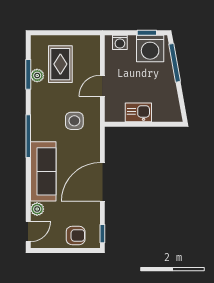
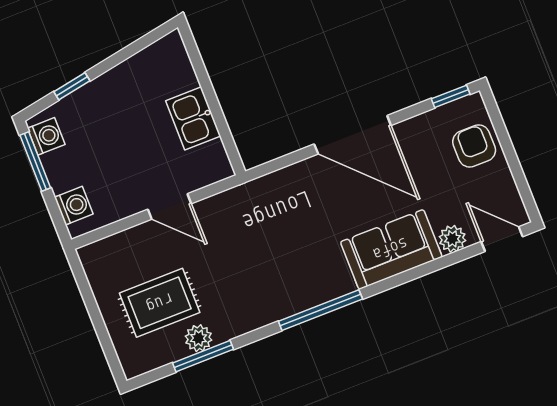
window: (147, 33) -> (35, 162), width x1.50
washing machine: (150, 48) -> (46, 136), width x0.53, depth x0.53
window: (175, 63) -> (72, 86), width x0.46
side table: (74, 121) -> (257, 234), removed
sofa: (43, 171) -> (391, 249), width x0.73

